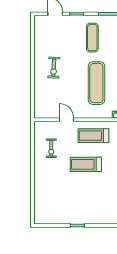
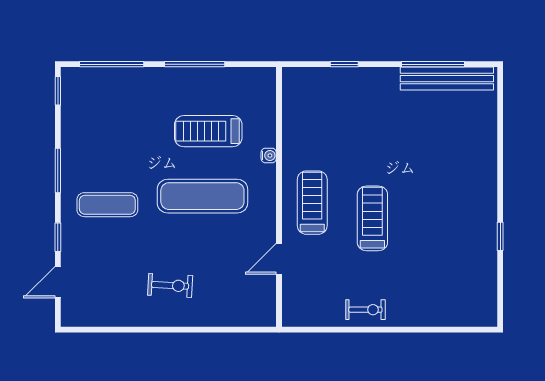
treadmill: (93, 136) -> (312, 203), turned 180
exercise bike: (51, 148) -> (365, 310), moved
treadmill: (86, 164) -> (372, 218), turned 180

